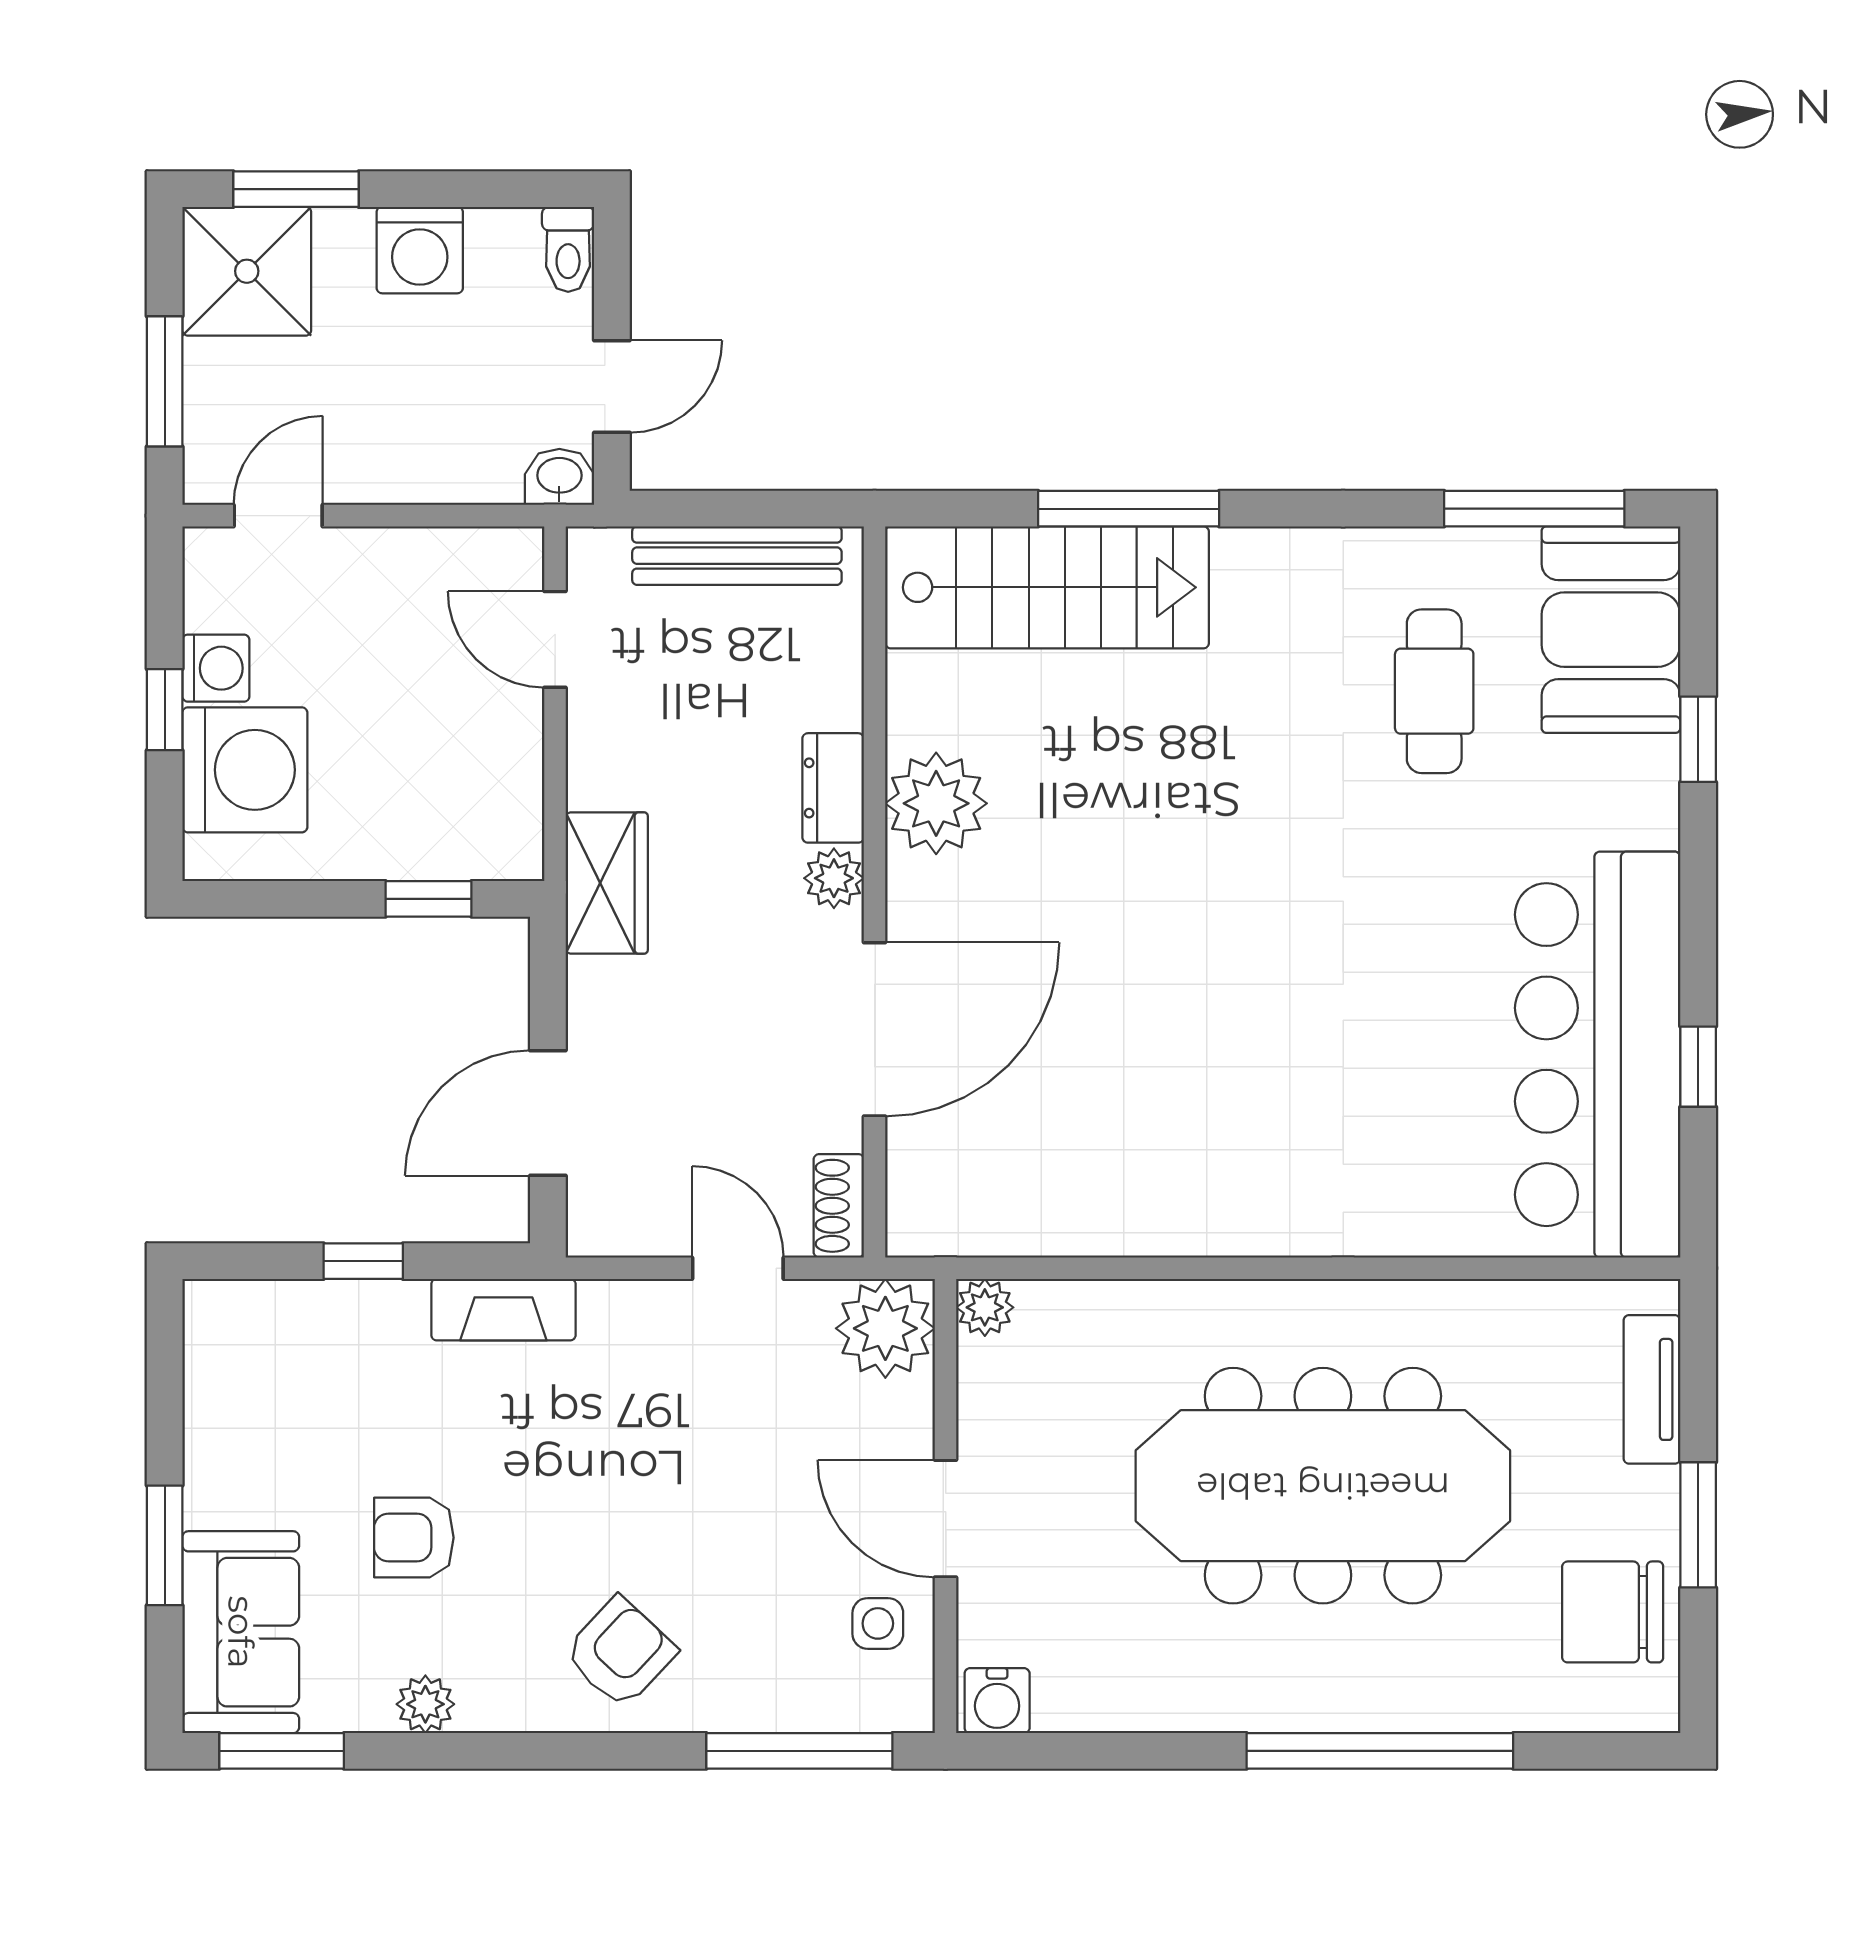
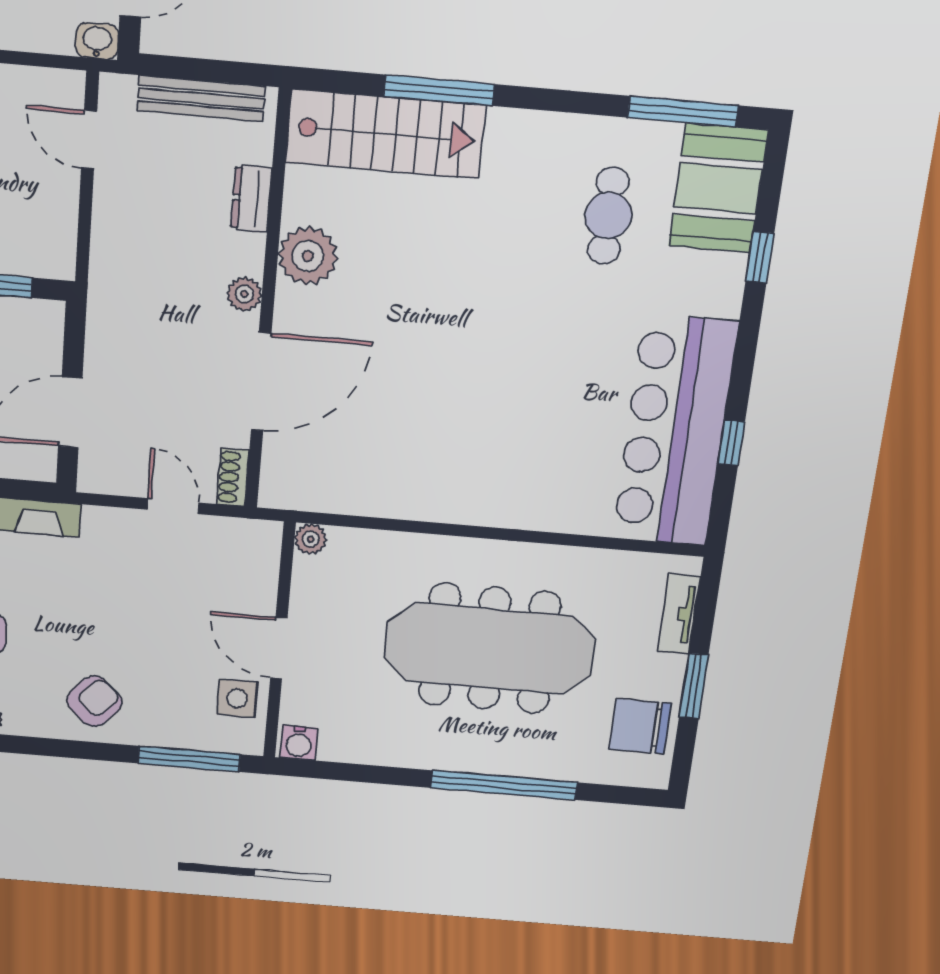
dresser: (833, 788) -> (251, 199), moved
wardrobe: (607, 883) -> (112, 285), removed
plant: (885, 1328) -> (254, 545), removed
side table: (878, 1623) -> (237, 698), width x1.37, depth x1.37

